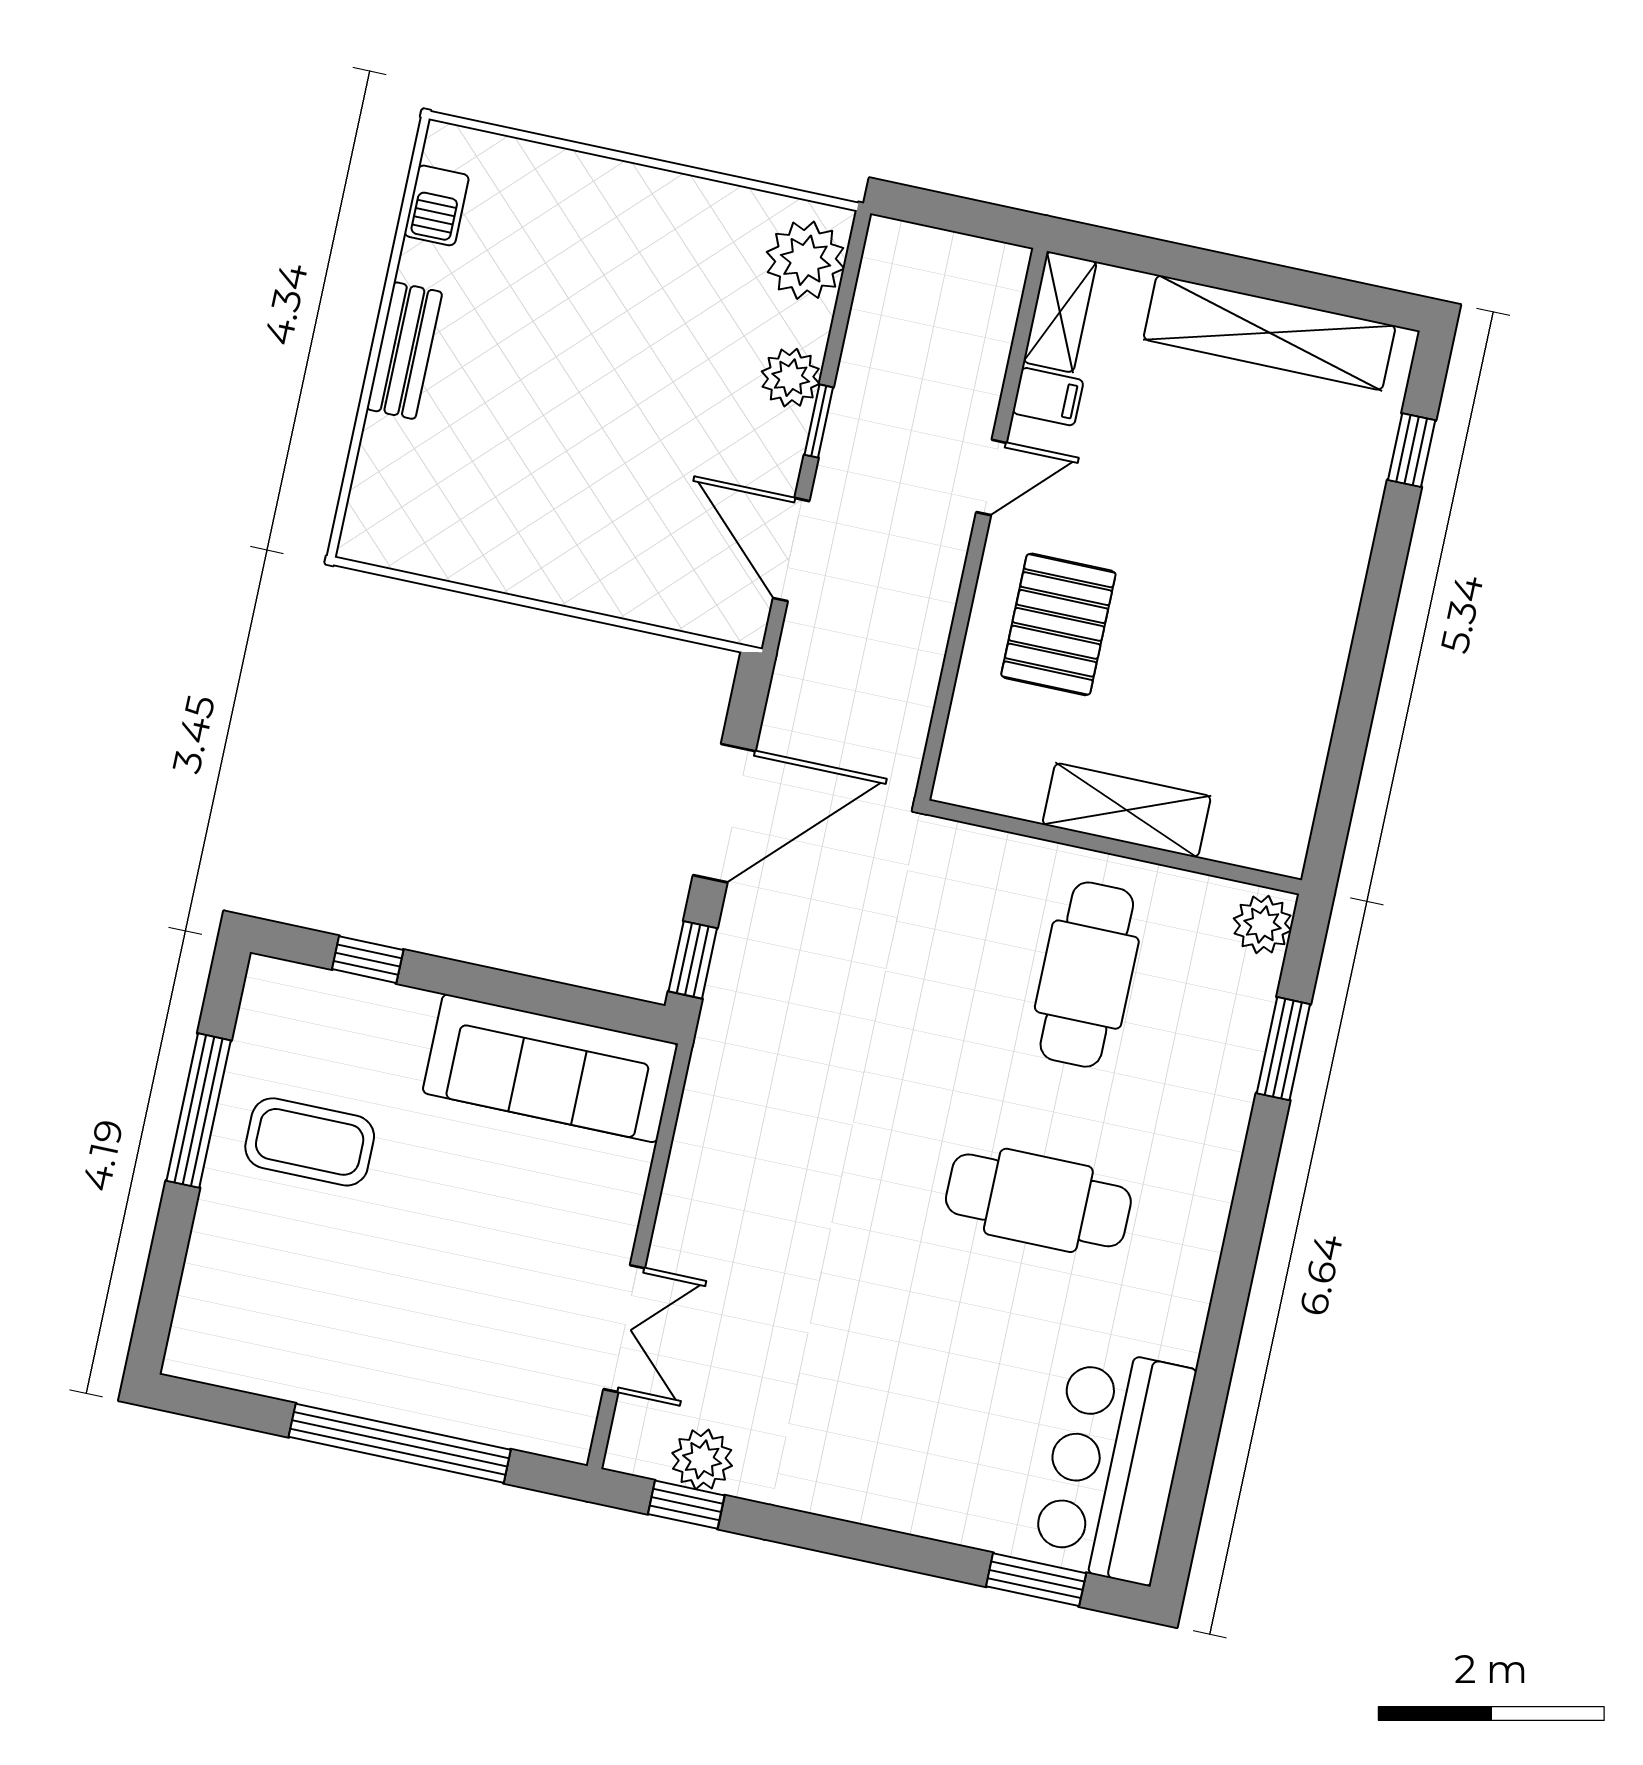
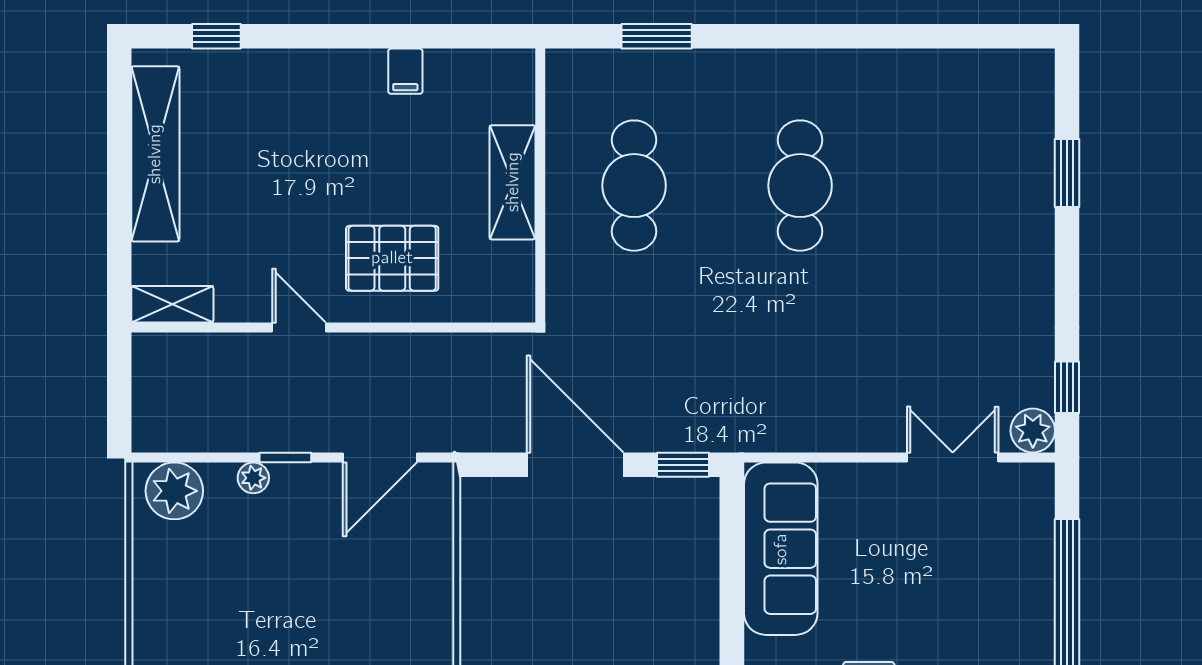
plant: (791, 378) -> (253, 478), width x0.73, depth x0.73
filing cabinet: (1048, 397) -> (405, 71), moved, turned 180
plant: (1262, 924) -> (572, 70), removed
cafe table: (1087, 975) -> (634, 186), turned 90
plant: (702, 1459) -> (1033, 431), moved
bar counter: (1114, 1465) -> (975, 93), removed
window: (1036, 1580) -> (1067, 173), moved

